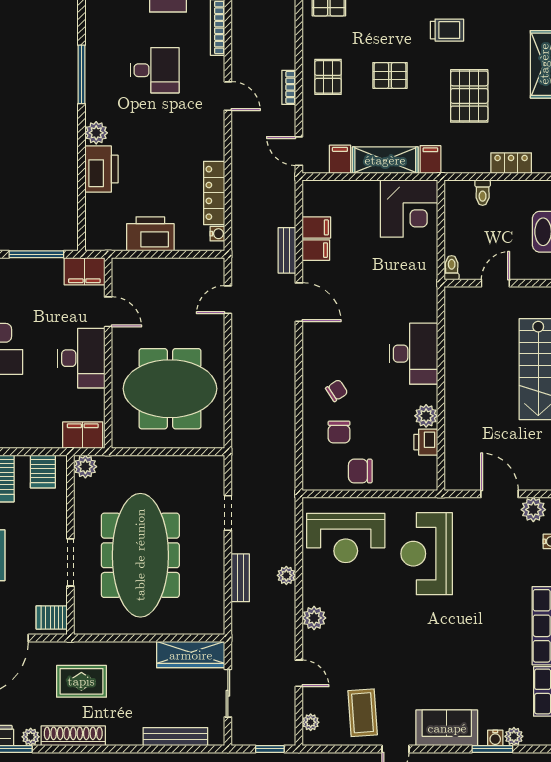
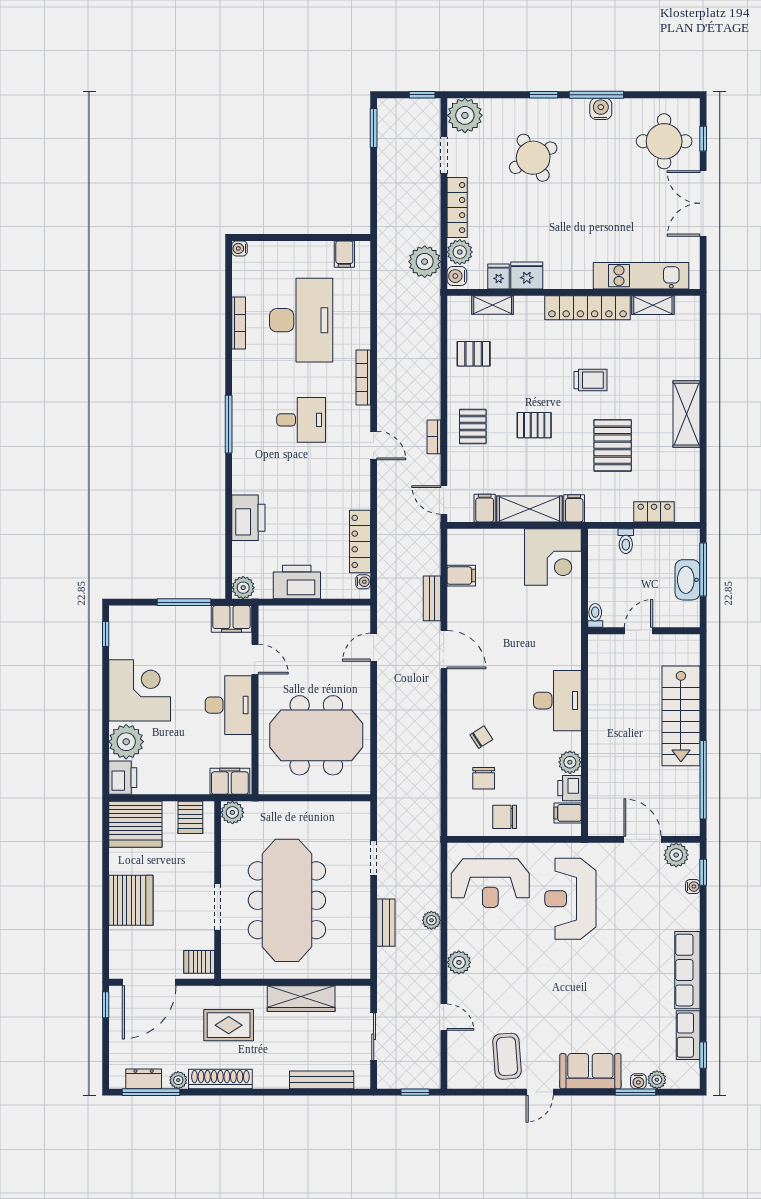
plant: (96, 133) -> (243, 588), moved
filing cabinet: (316, 250) -> (568, 813), moved, turned 180
wardrobe: (191, 655) -> (301, 999), moved
plant: (311, 722) -> (456, 1066), removed

